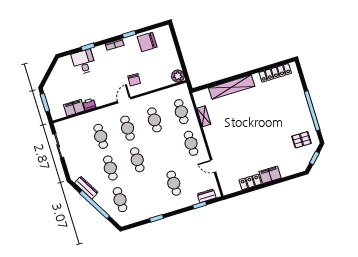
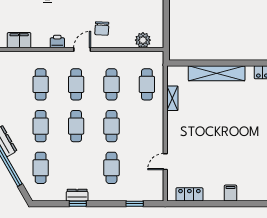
plant: (178, 76) -> (143, 40), moved
printer: (89, 104) -> (57, 42), moved
cafe table: (191, 143) -> (111, 126), moved
door: (213, 166) -> (165, 162), hinge flipped
filing cabinet: (270, 175) -> (230, 193), width x0.50
locker: (250, 182) -> (189, 194), moved
dresser: (207, 196) -> (77, 195), moved

